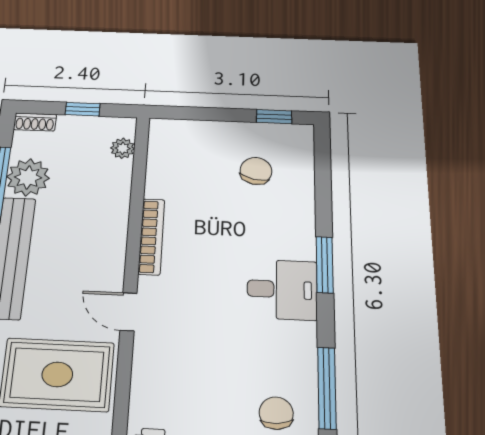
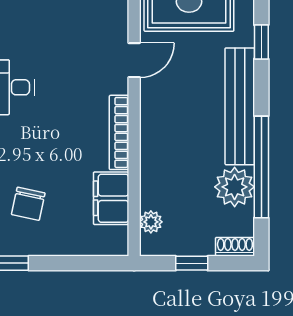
filing cabinet: (165, 172) -> (111, 198), added
door: (129, 312) -> (134, 60), hinge flipped

